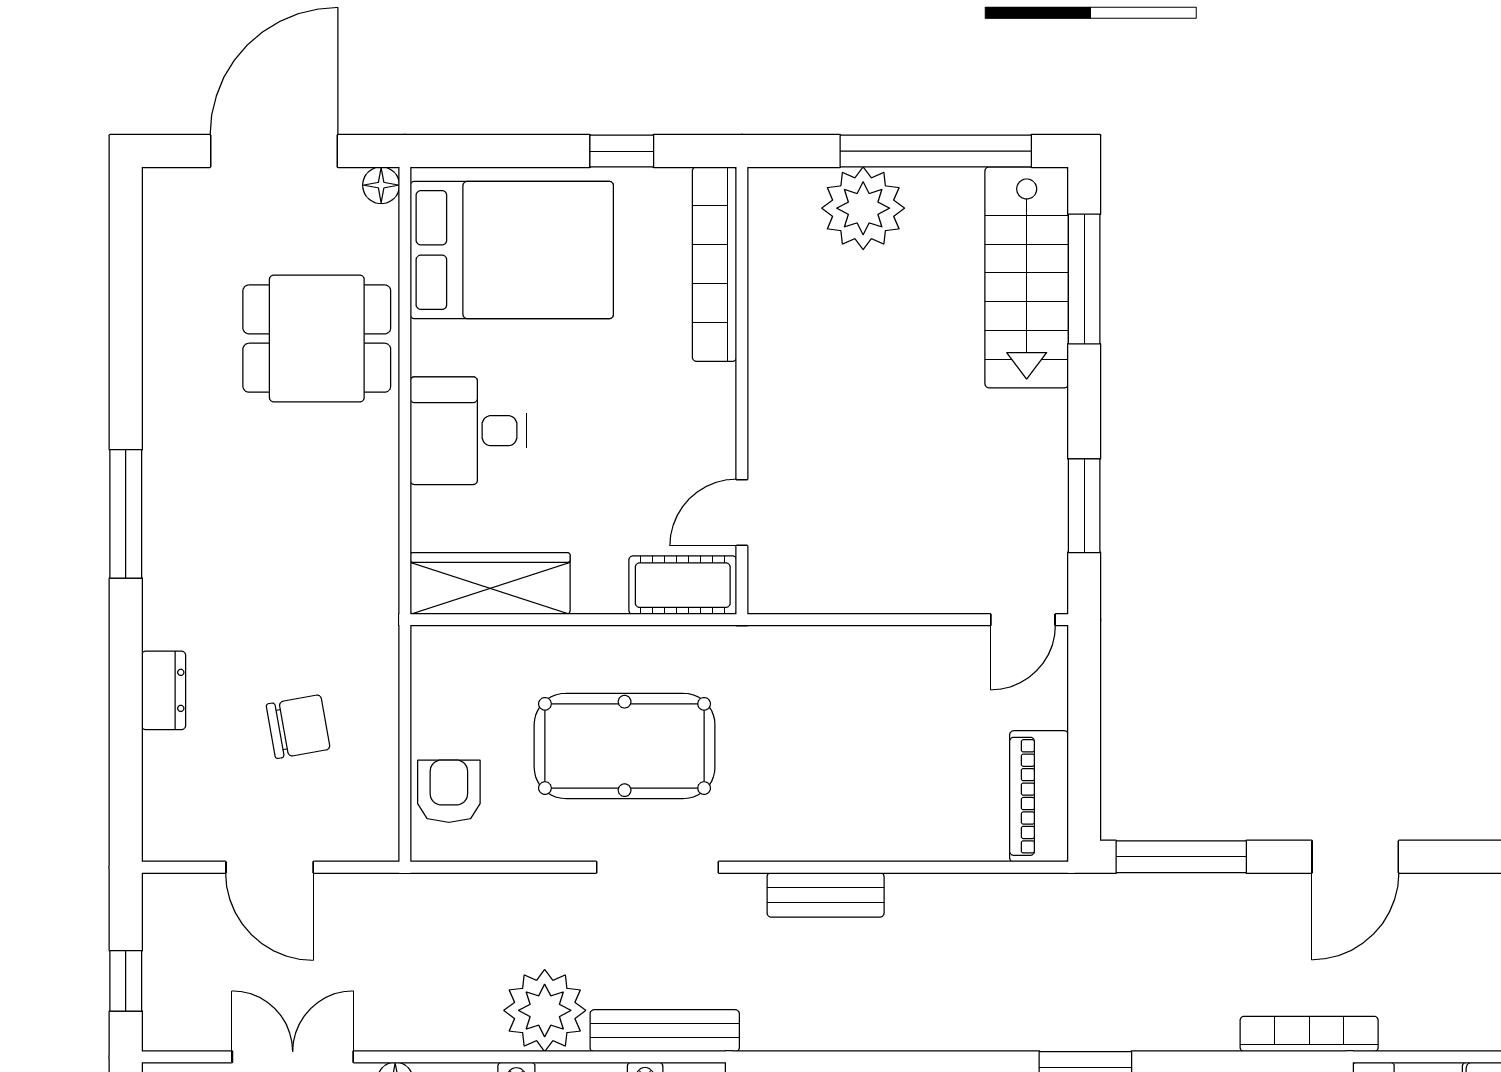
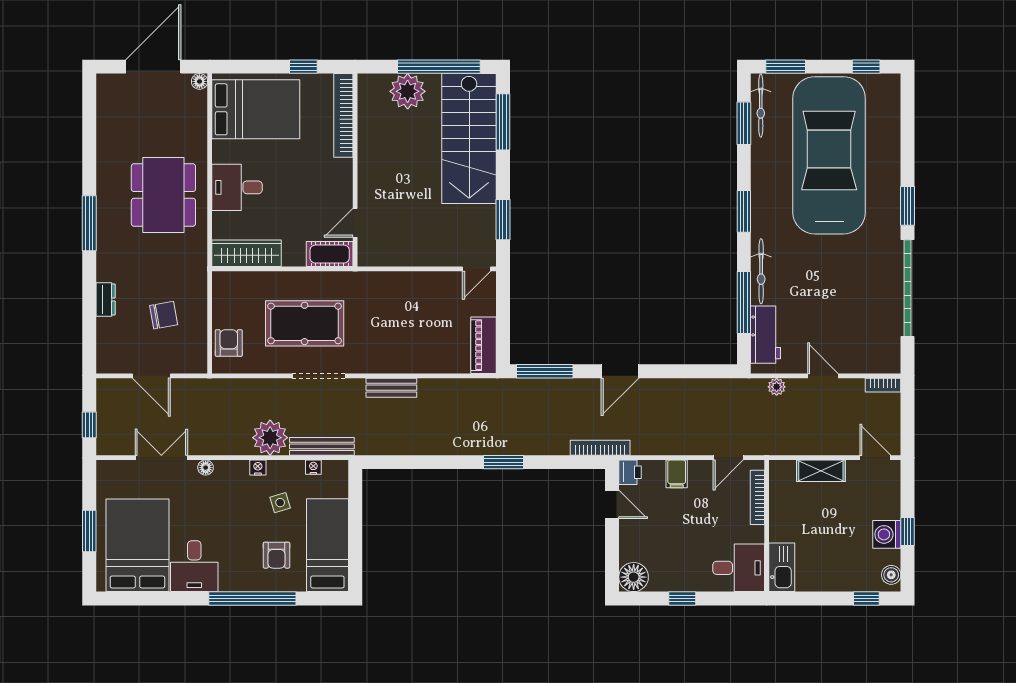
stairs: (1027, 277) -> (469, 139), width x1.36, depth x1.51
dining table: (317, 339) -> (163, 195), moved, width x1.38

